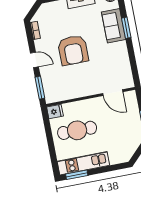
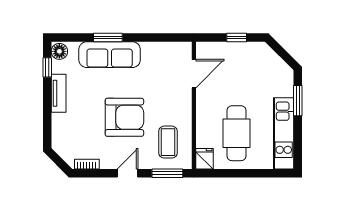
sofa: (114, 26) -> (110, 55), width x1.36
coffee table: (62, 84) -> (168, 142), added
window: (77, 175) -> (298, 101), moved

